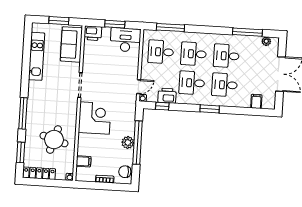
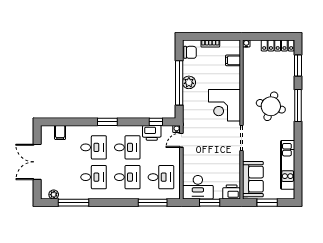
round table: (54, 140) -> (271, 106), moved

